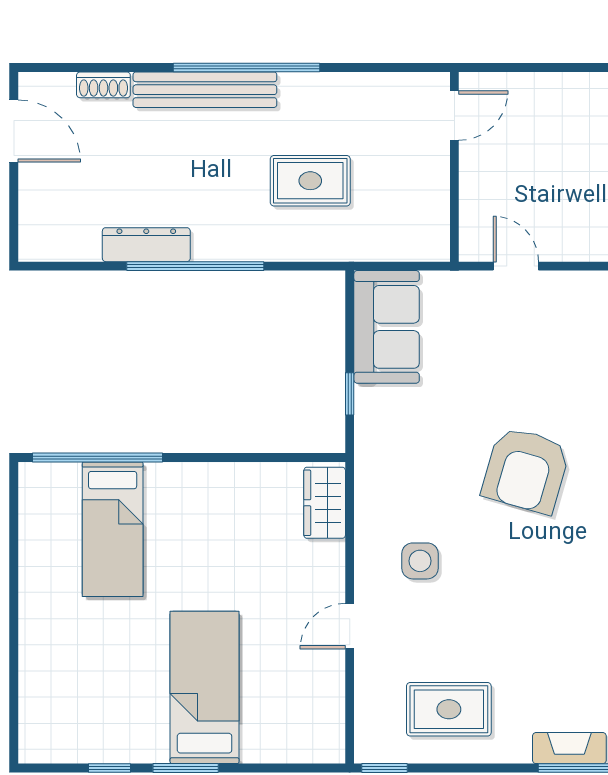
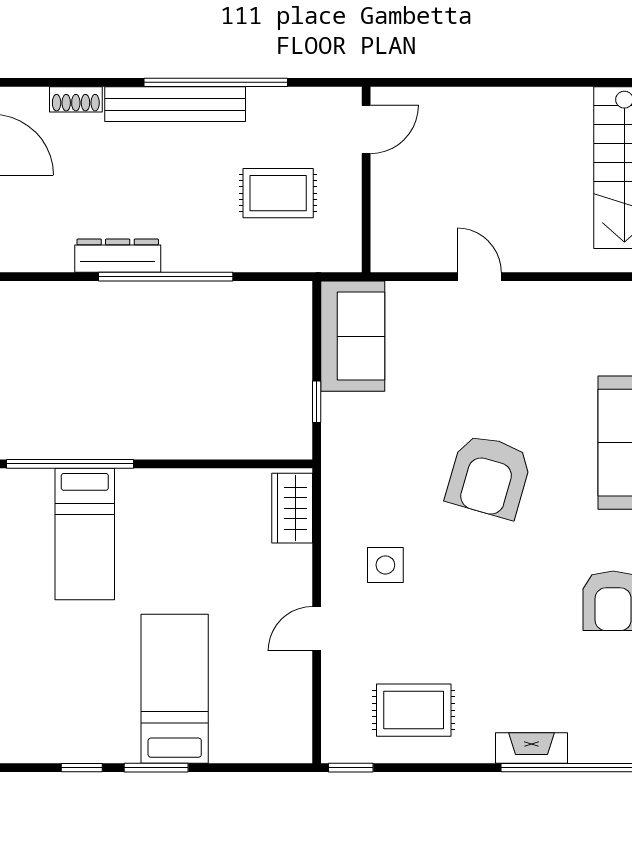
door: (454, 116) -> (366, 129), moved
wall: (454, 167) -> (366, 180), moved

